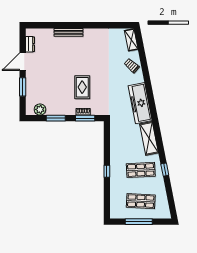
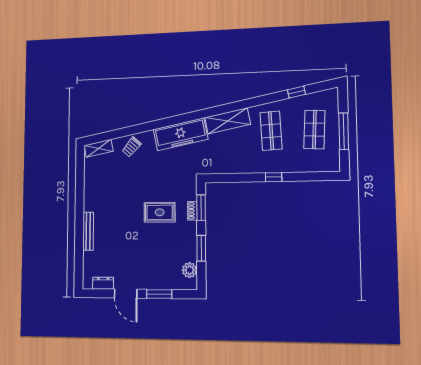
window: (165, 170) -> (297, 92), moved

